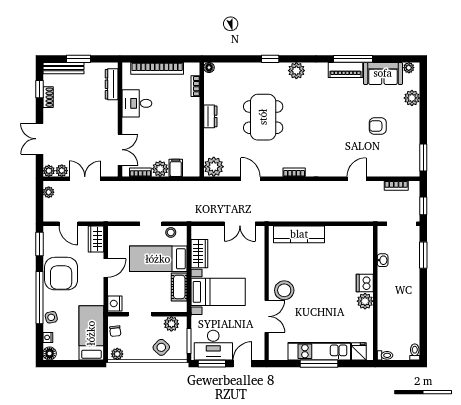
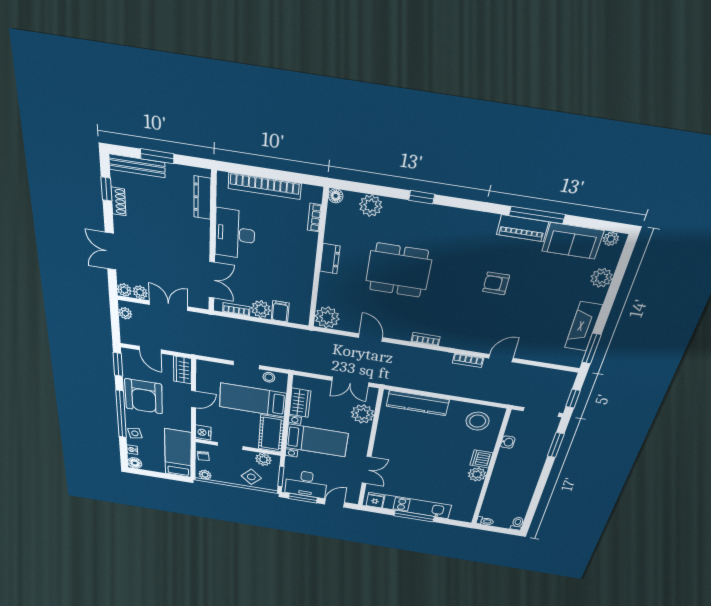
plant: (296, 71) -> (371, 206), moved
desk: (137, 103) -> (235, 234), width x1.37
dining table: (263, 117) -> (399, 270), turned 90
armchair: (378, 126) -> (496, 283), moved
fireplace: (411, 140) -> (583, 326), added
bookcase: (396, 186) -> (468, 360), moved
plant: (254, 255) -> (363, 414), added
cot: (179, 287) -> (271, 433), width x1.37, depth x1.34
stool: (284, 290) -> (478, 421), moved
fridge: (359, 351) -> (375, 500), moved

